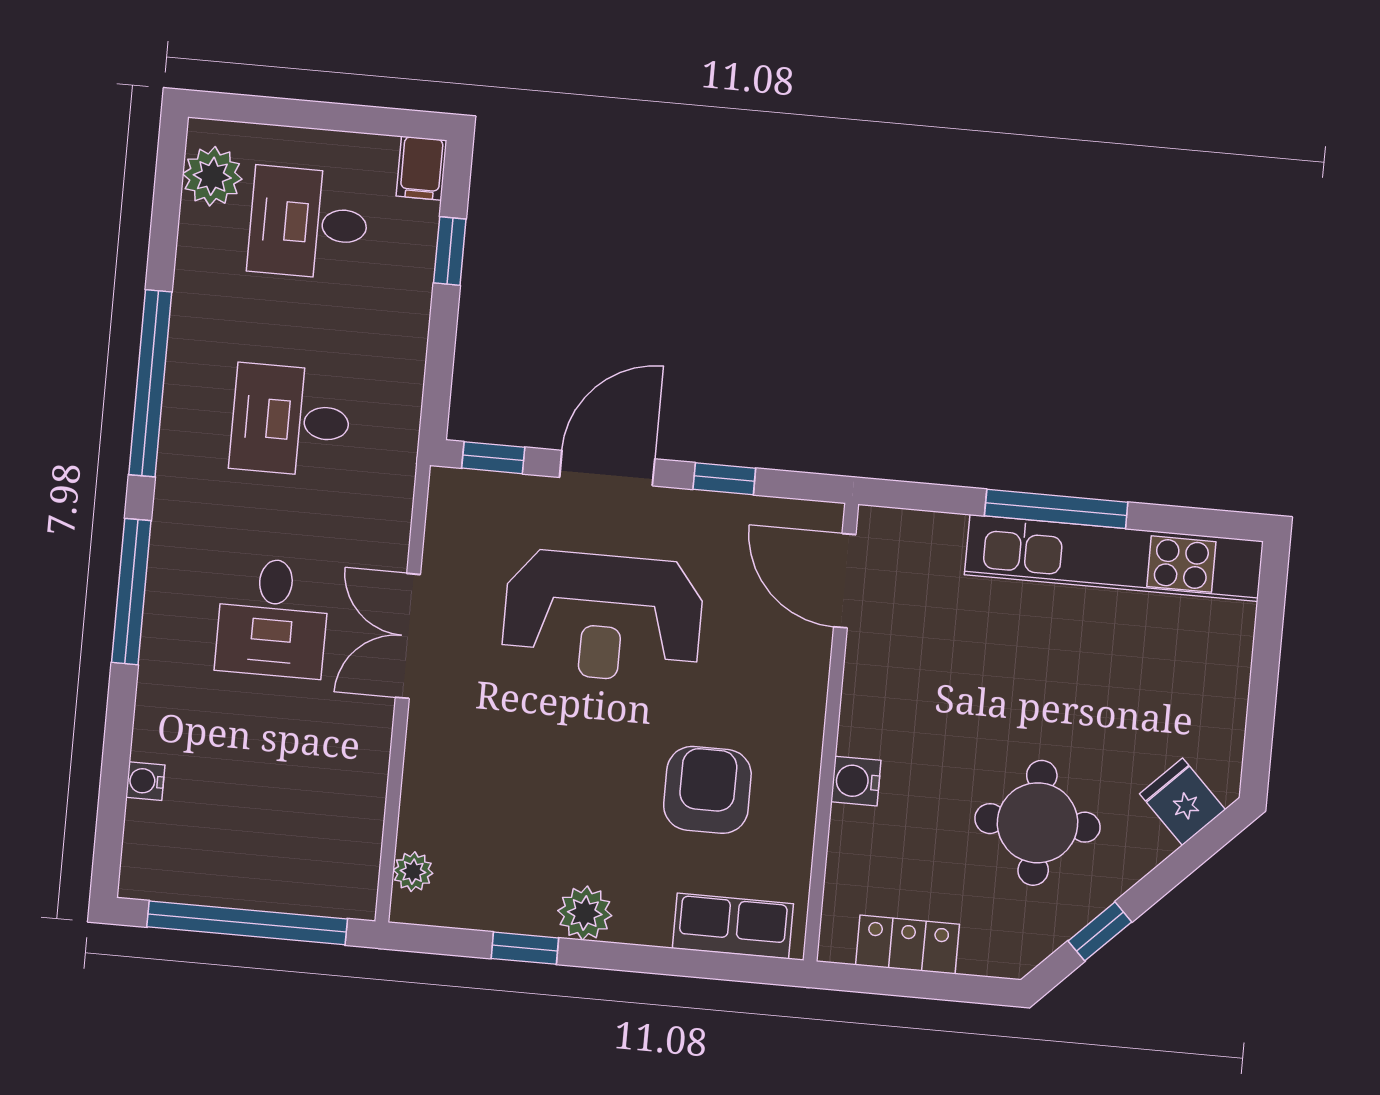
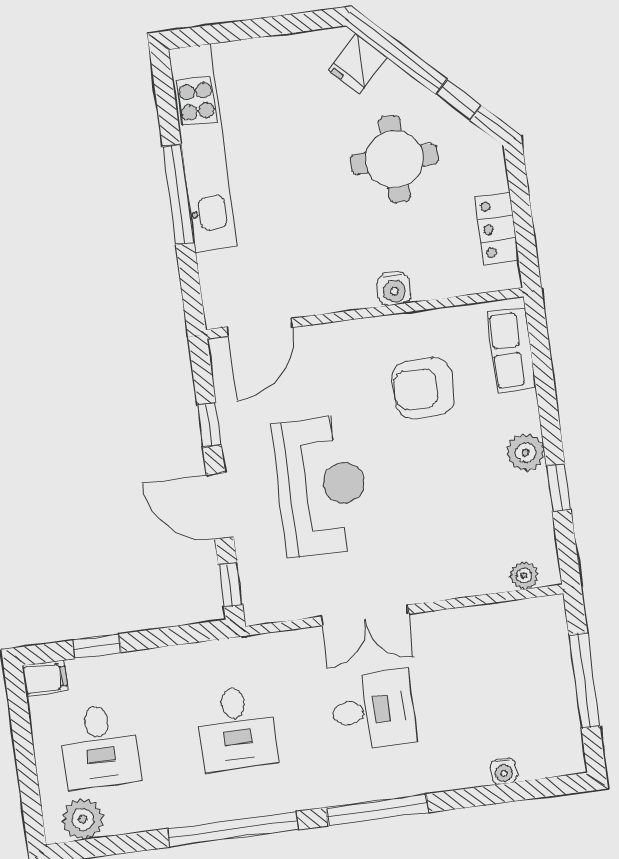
window: (247, 923) -> (584, 680), width x0.68

